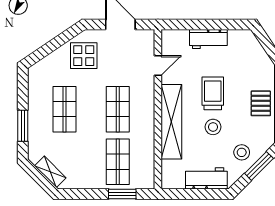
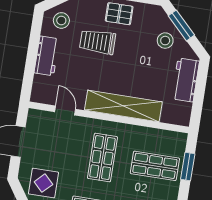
trolley: (213, 93) -> (98, 42), moved
shop shelf: (118, 109) -> (102, 158), turned 90
stool: (213, 127) -> (61, 20), moved

